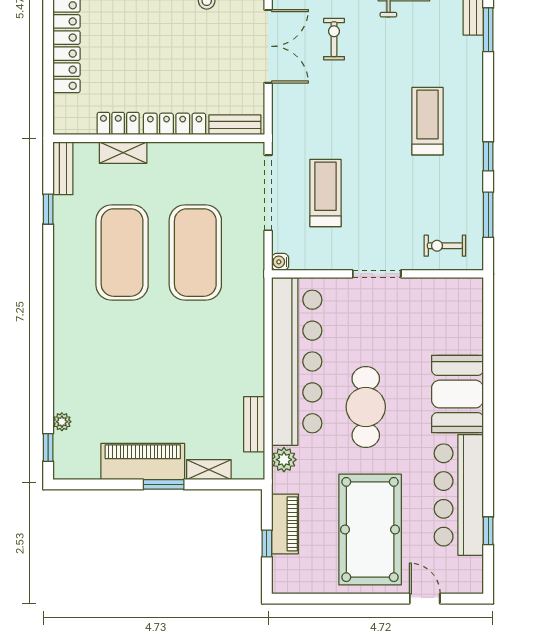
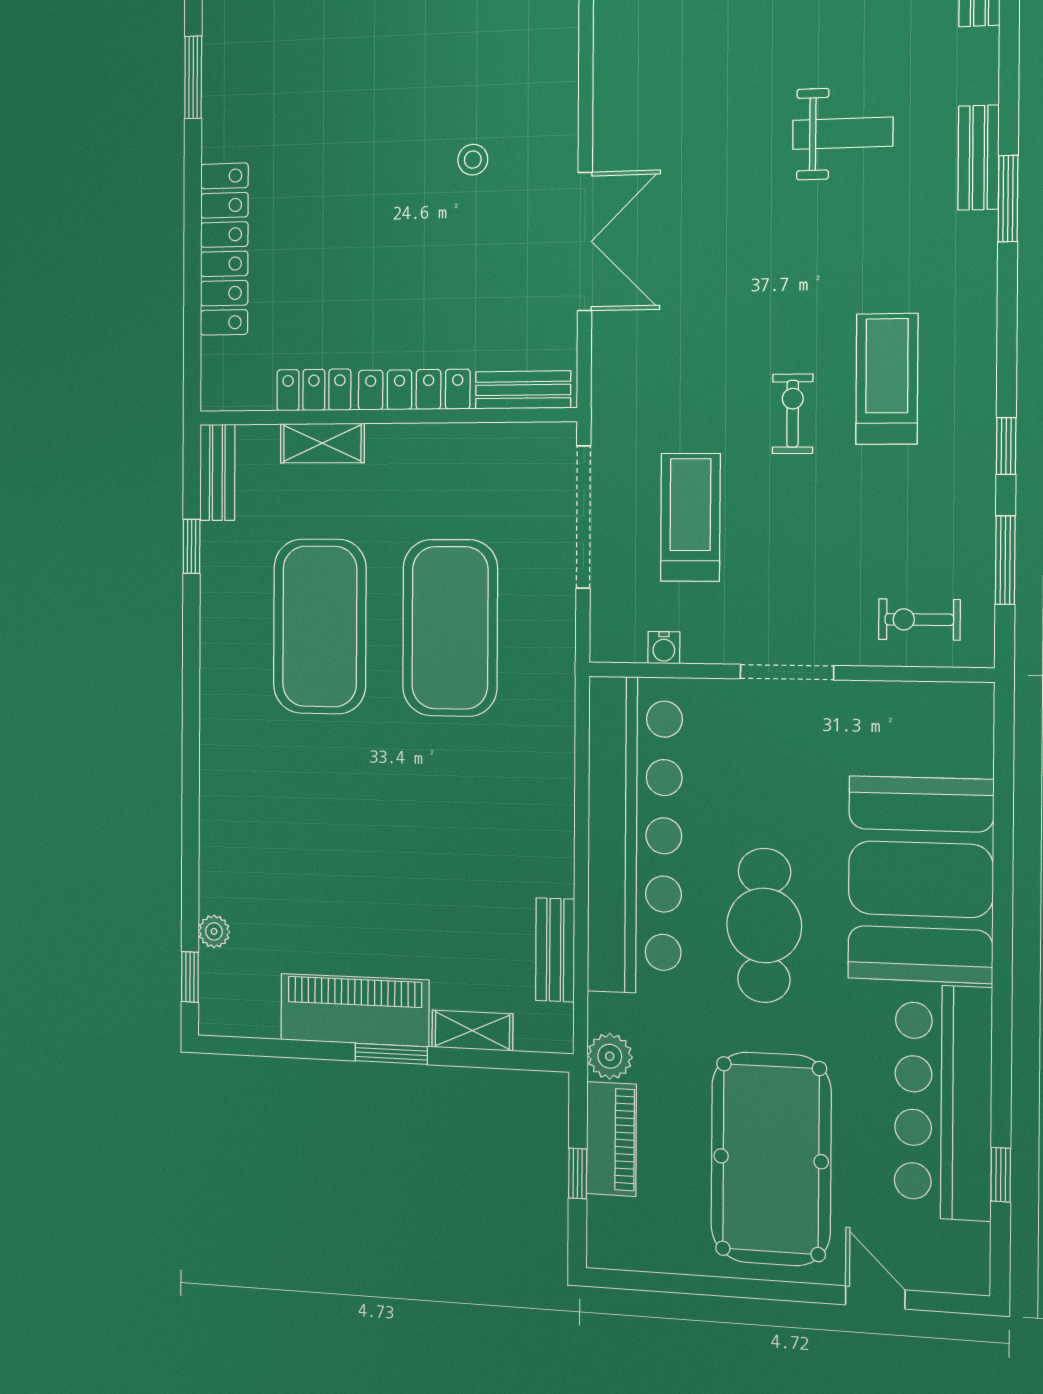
exercise bike: (334, 39) -> (793, 414), moved
water cooler: (280, 262) -> (664, 648), moved, turned -90
booth: (457, 394) -> (921, 879), width x1.36, depth x1.42
plant: (284, 460) -> (610, 1056), moved

